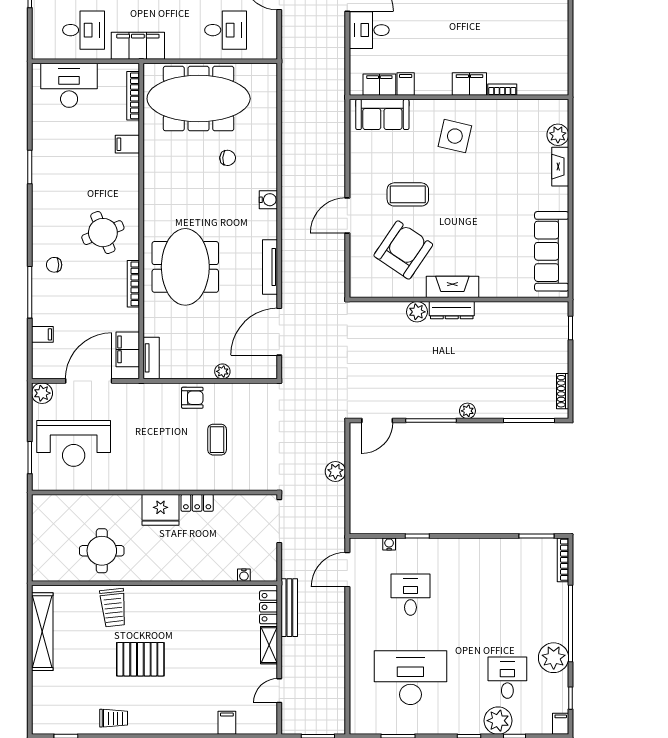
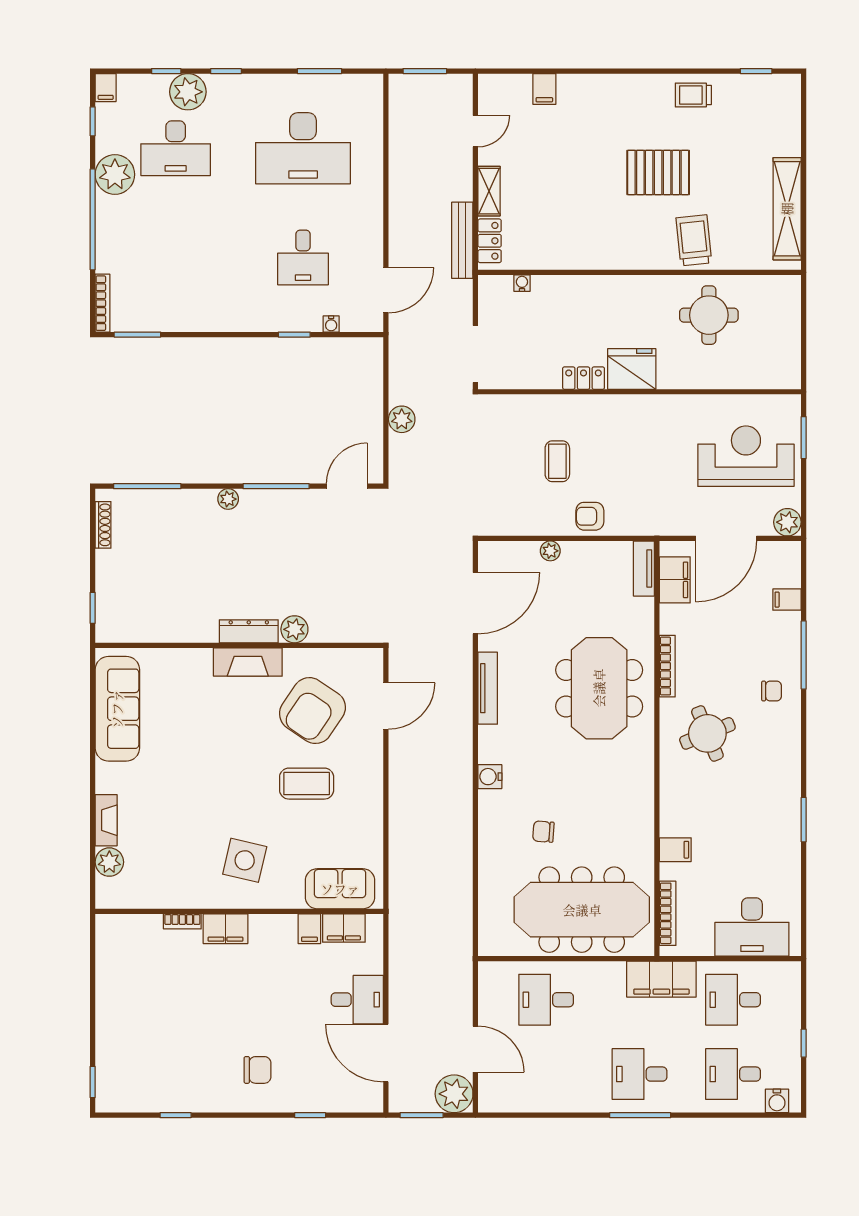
door: (347, 215) -> (386, 706), moved
desk: (507, 678) -> (176, 148), width x1.37

